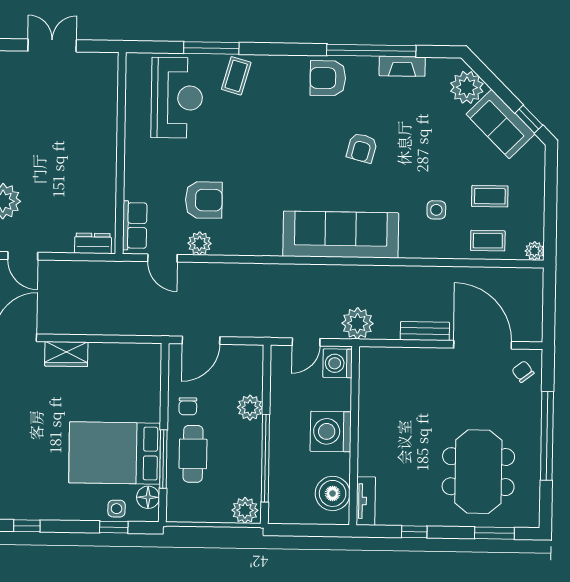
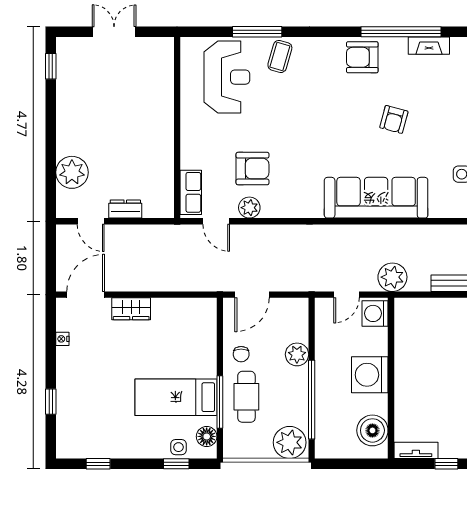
dresser: (93, 243) -> (125, 209), moved
bed: (115, 453) -> (176, 397), width x0.67
tv unit: (366, 501) -> (416, 450), moved, turned -90
plant: (245, 510) -> (290, 442), width x1.36, depth x1.36

